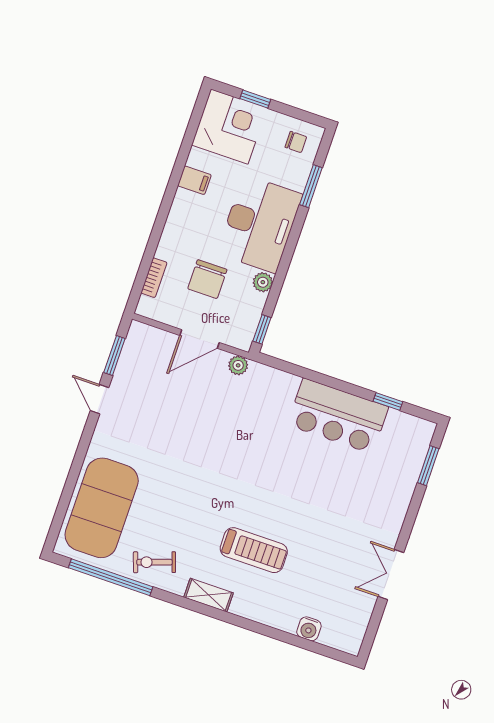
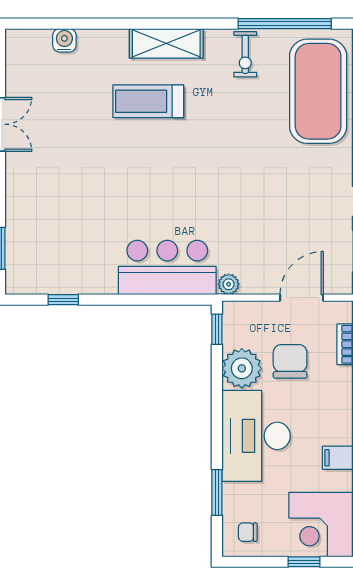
plant: (263, 282) -> (242, 368), width x1.88, depth x1.88
door: (200, 339) -> (302, 298), moved
bar counter: (338, 416) -> (167, 267), moved
exercise bike: (154, 562) -> (245, 54), turned 109
shelving: (209, 595) -> (166, 43), width x1.50, depth x1.33

